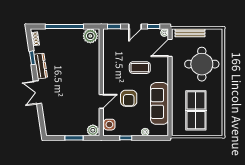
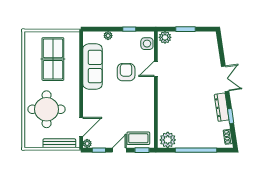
coffee table: (140, 68) -> (138, 138), moved

